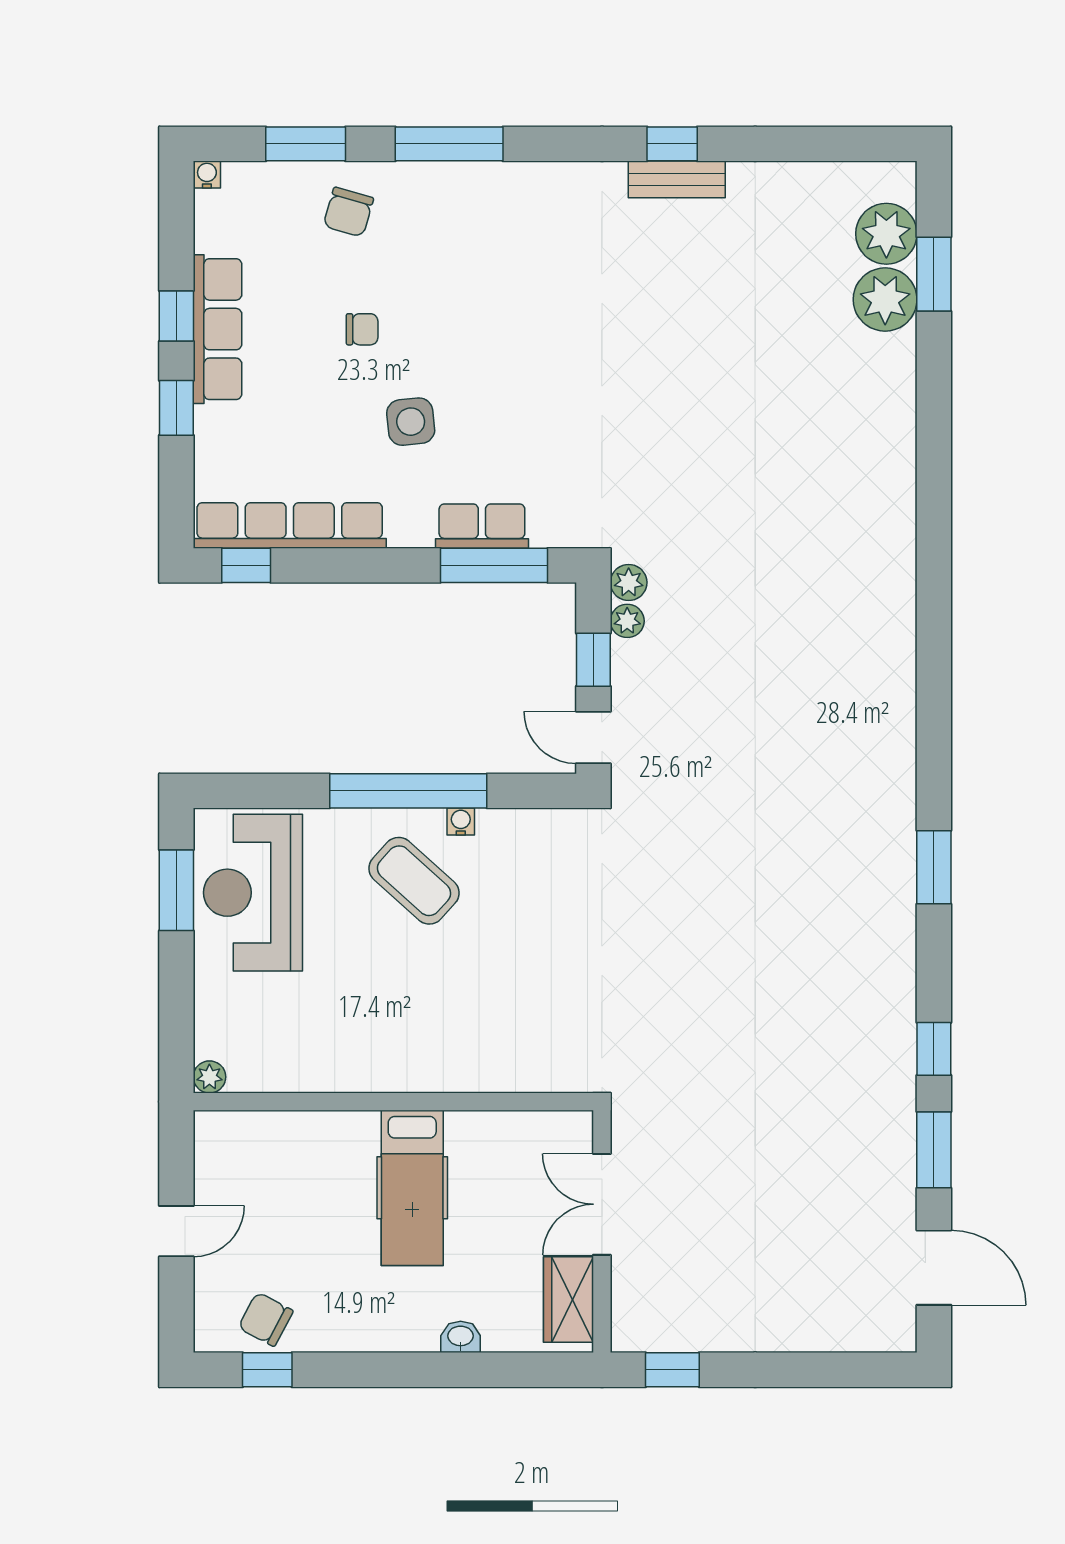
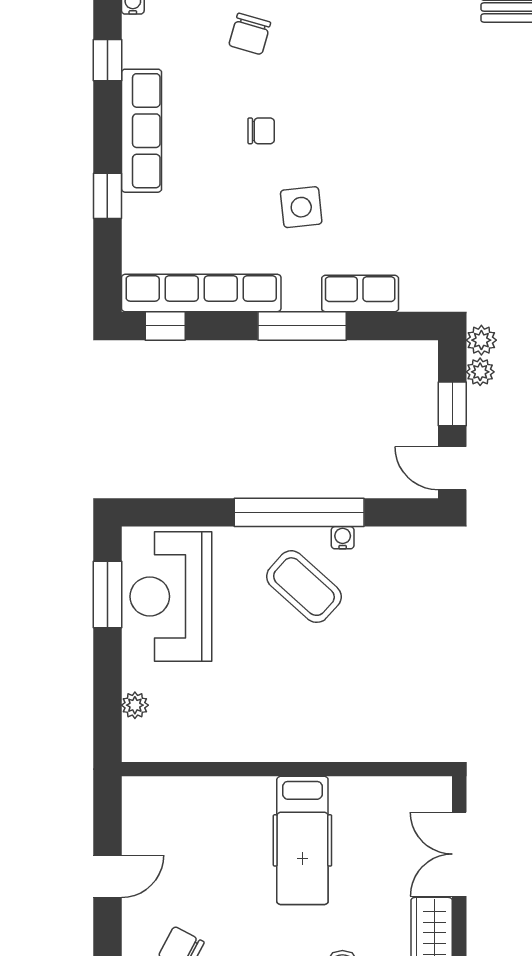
window: (176, 316) -> (107, 60), moved
window: (494, 565) -> (302, 326), moved
plant: (209, 1077) -> (135, 705), moved

